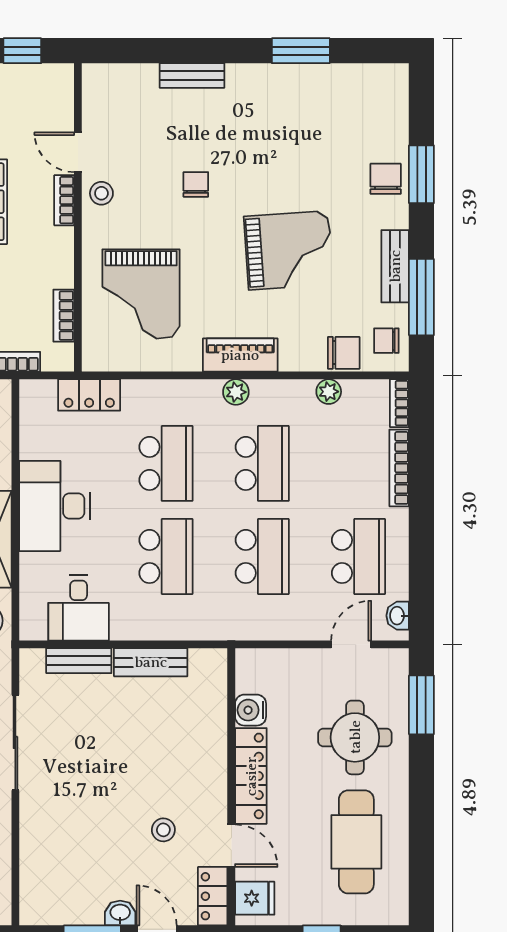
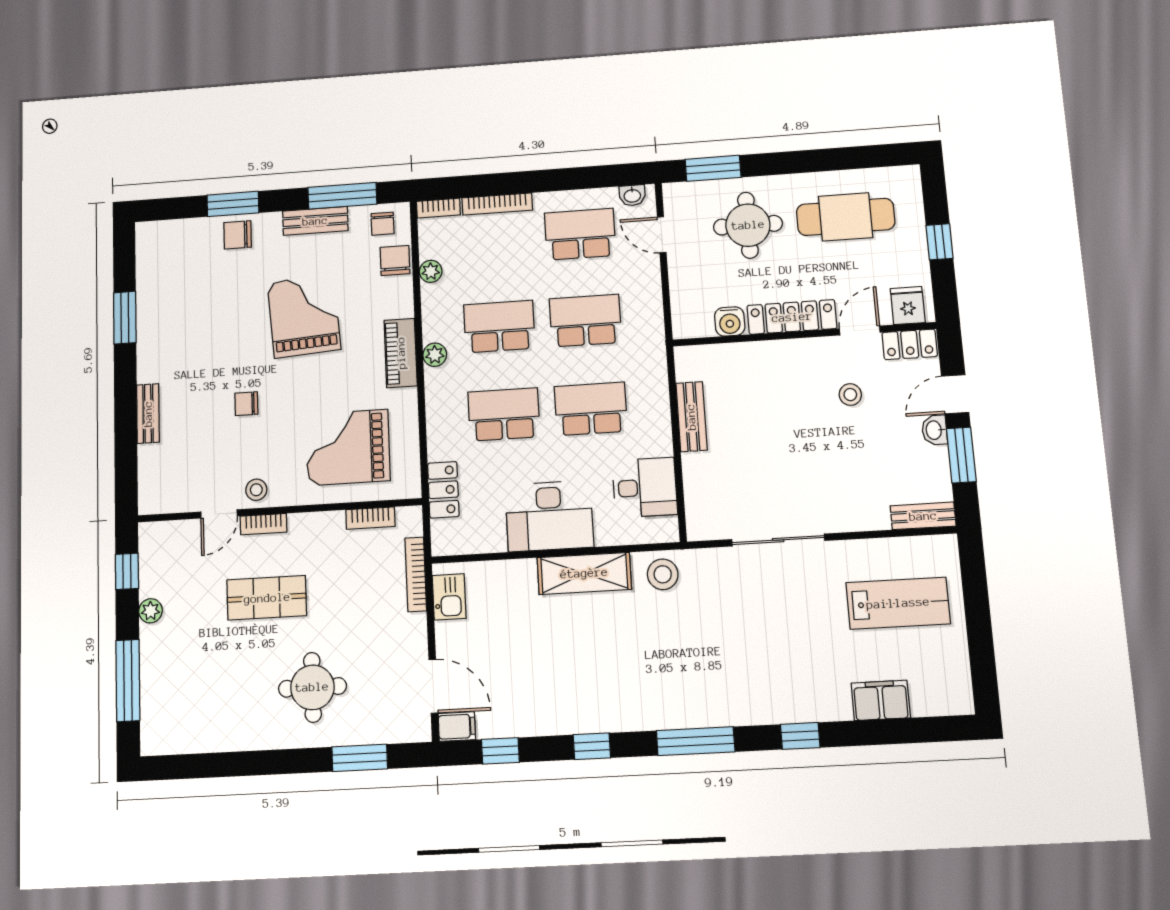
grand piano: (141, 294) -> (348, 447), turned 180
bench: (79, 661) -> (923, 516), moved, turned 90

